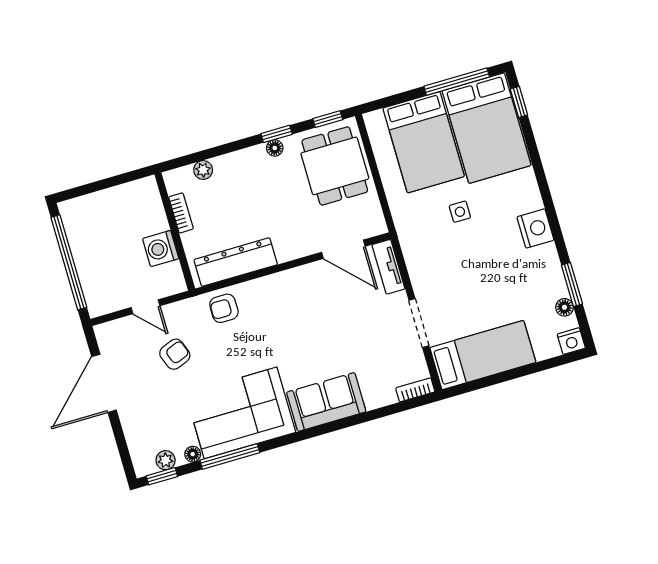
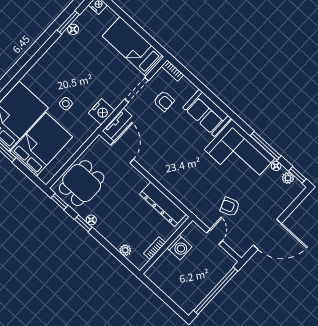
nightstand: (535, 228) -> (102, 112), moved, turned 180
floor lamp: (564, 307) -> (73, 29), moved
armchair: (224, 308) -> (164, 101), moved

